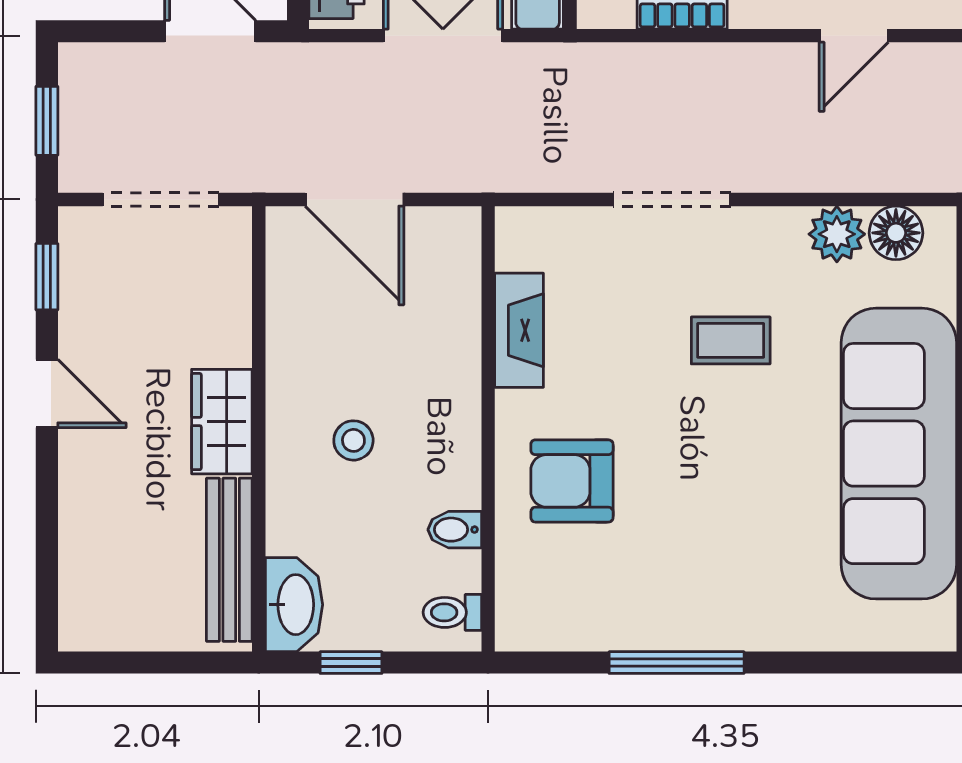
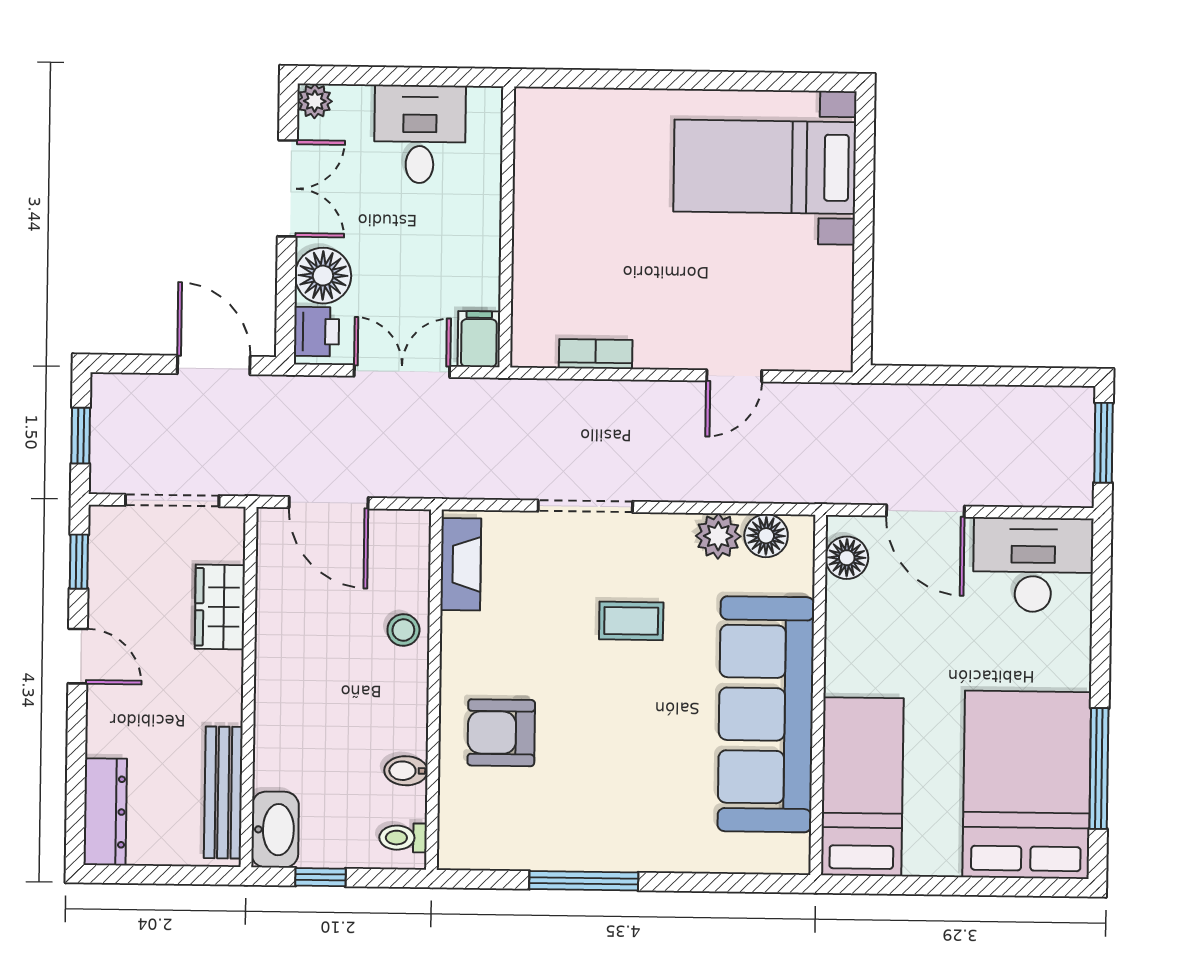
fireplace: (519, 330) -> (461, 564), moved
wardrobe: (222, 422) -> (220, 607), moved
stool: (353, 440) -> (403, 630), moved
dresser: (84, 586) -> (105, 812), added

